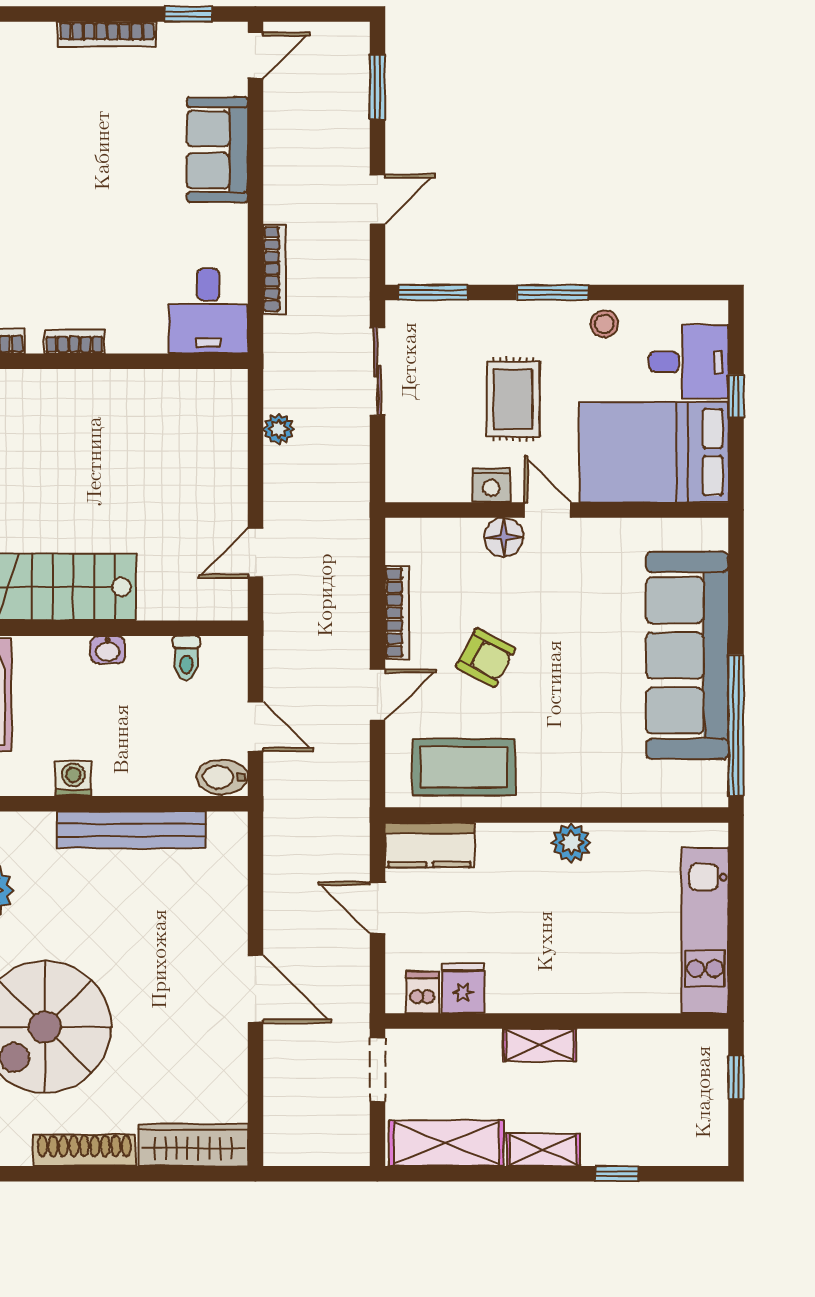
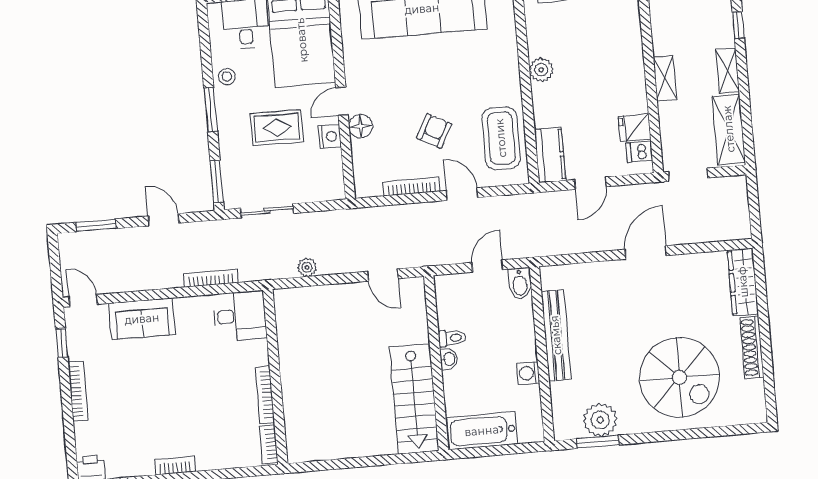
bookcase: (74, 342) -> (265, 395), width x1.56
toilet: (186, 658) -> (452, 338), moved

